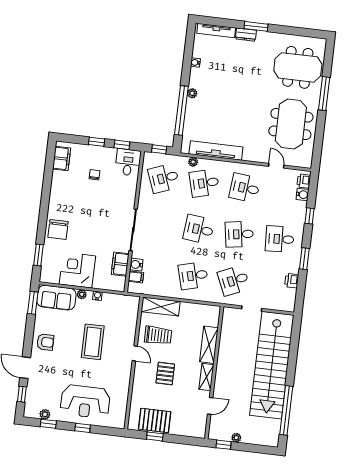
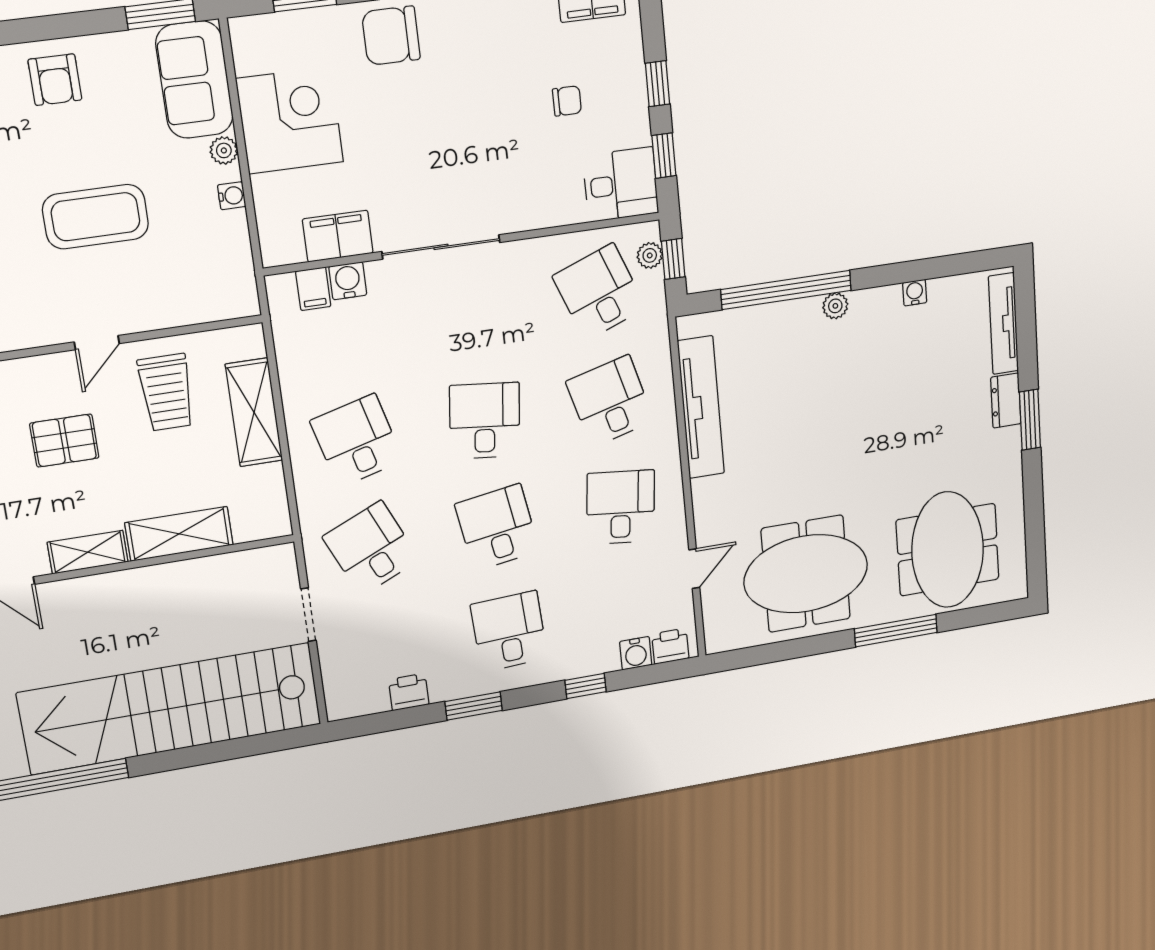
plant: (193, 162) -> (650, 255), moved
shelving: (161, 307) -> (254, 412), moved

